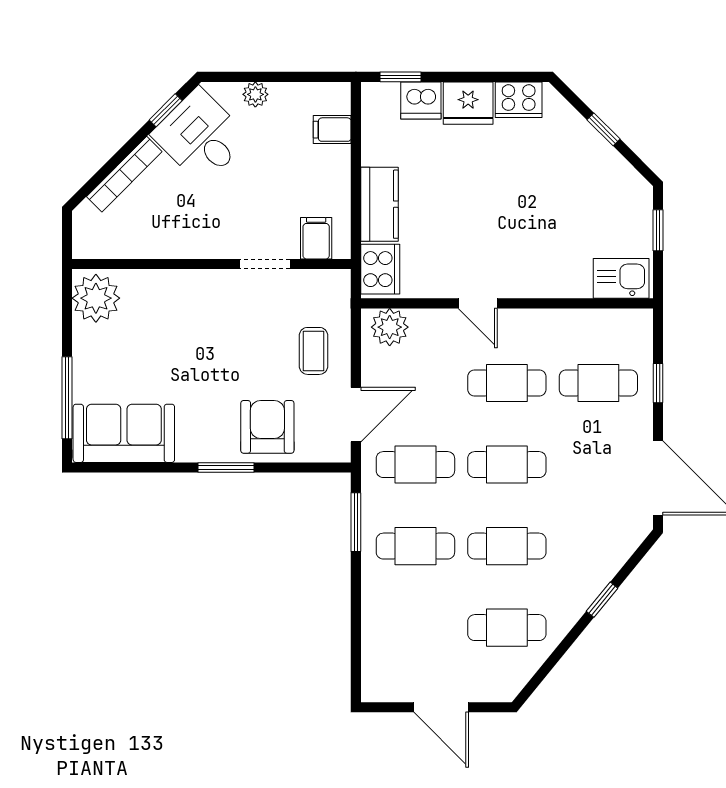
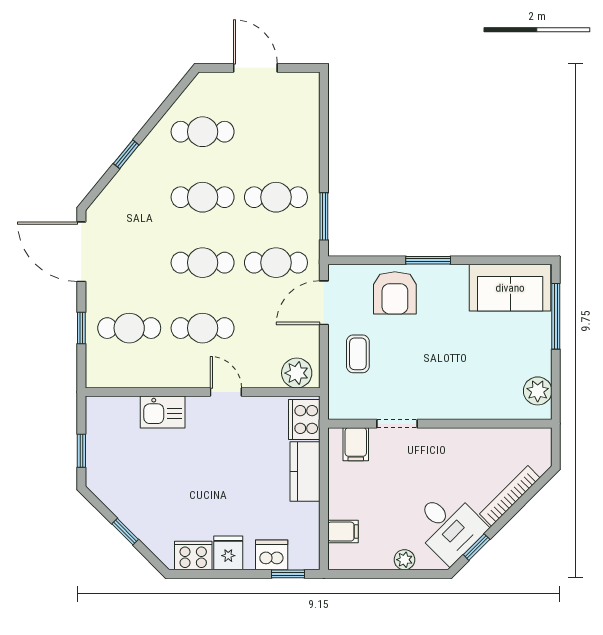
fridge: (468, 103) -> (228, 553), width x0.72
kitchen sink: (621, 278) -> (163, 412), moved
plant: (96, 298) -> (538, 391), width x0.73, depth x0.73

